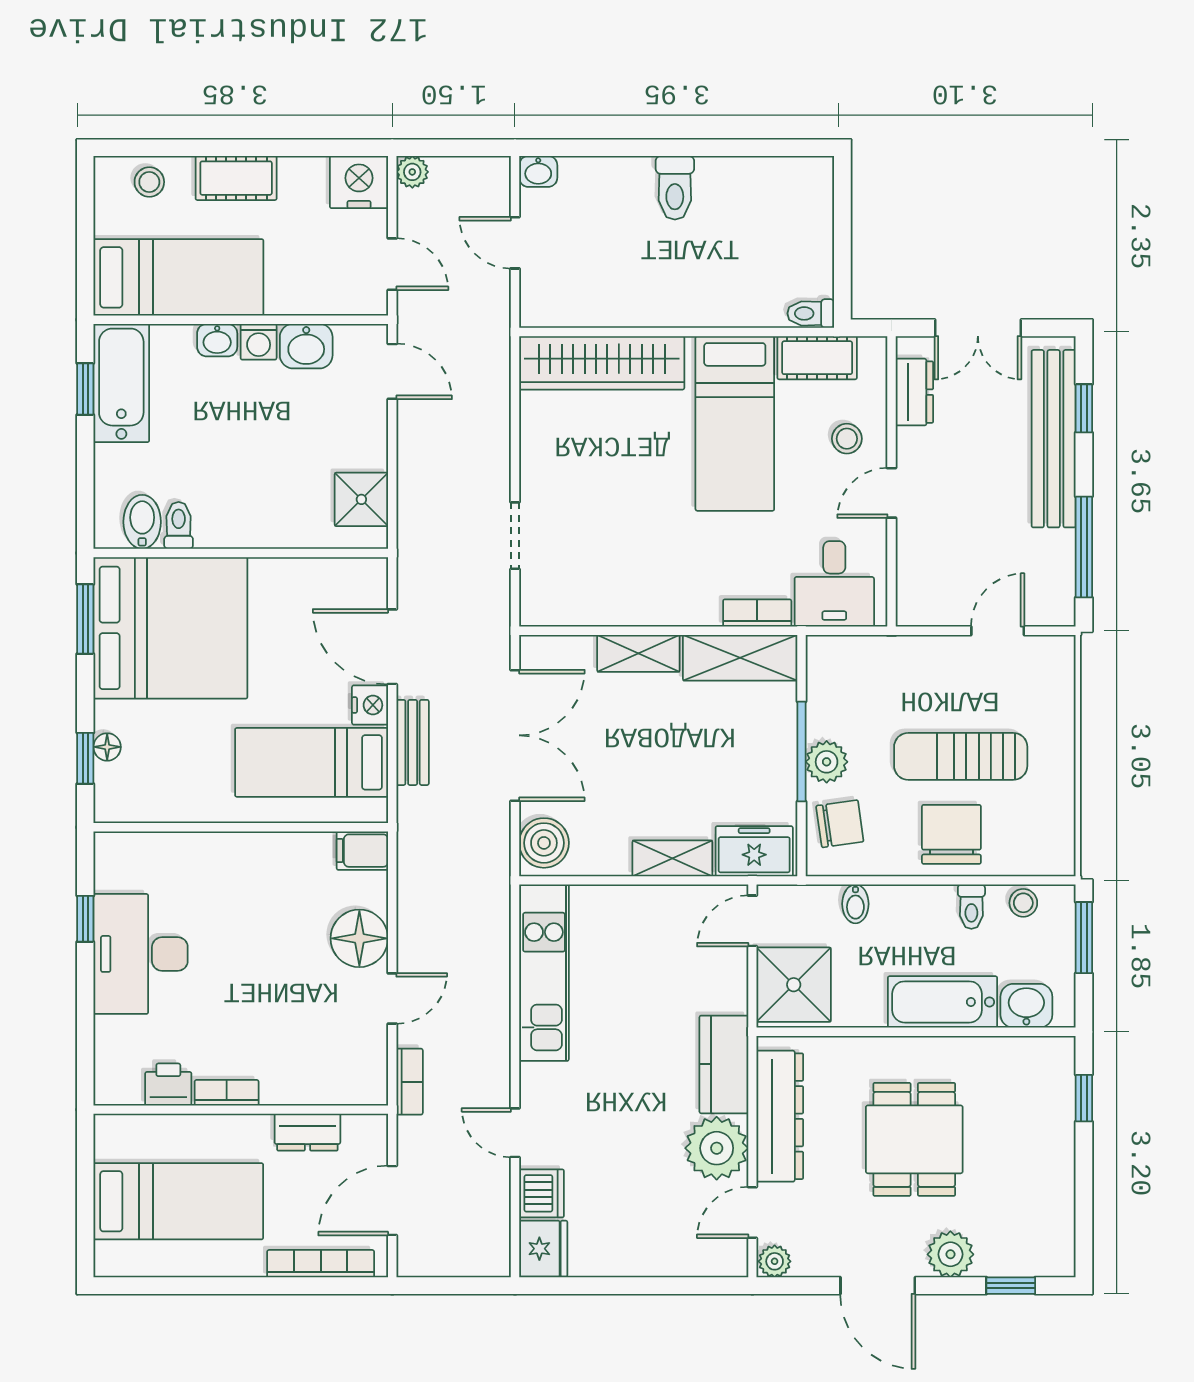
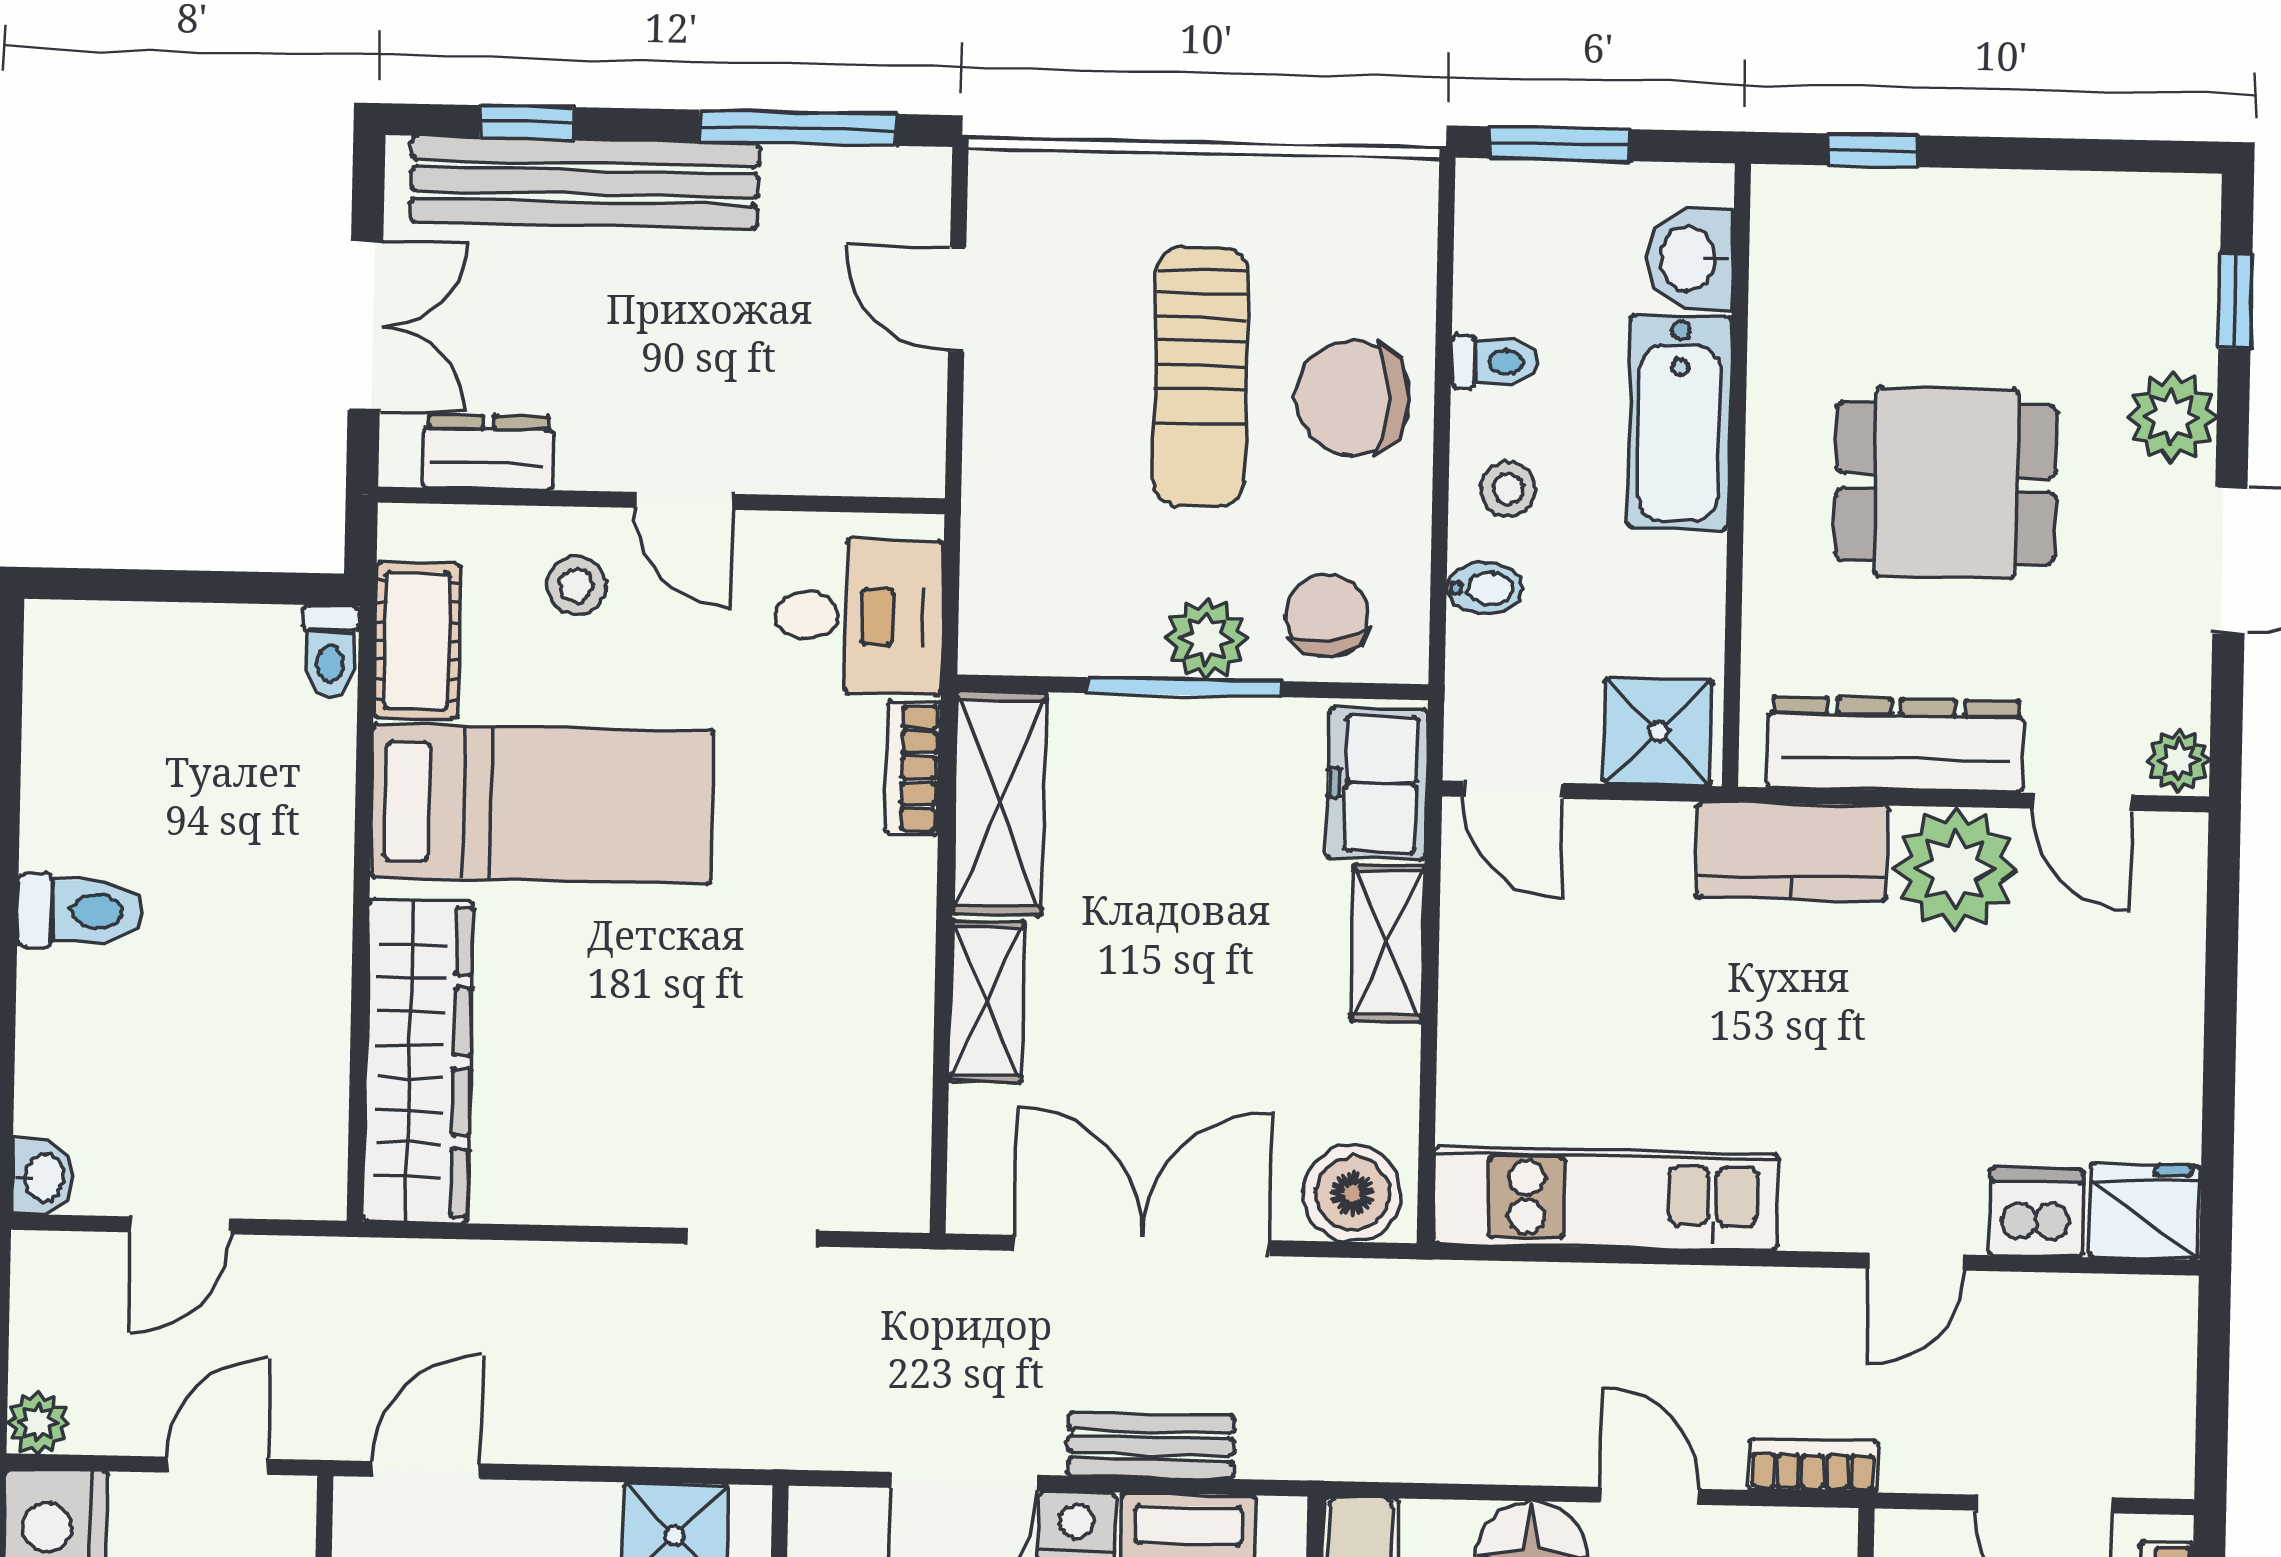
stool: (1023, 903) -> (1508, 489), moved
shower: (794, 985) -> (1658, 732), width x0.73, depth x0.73

